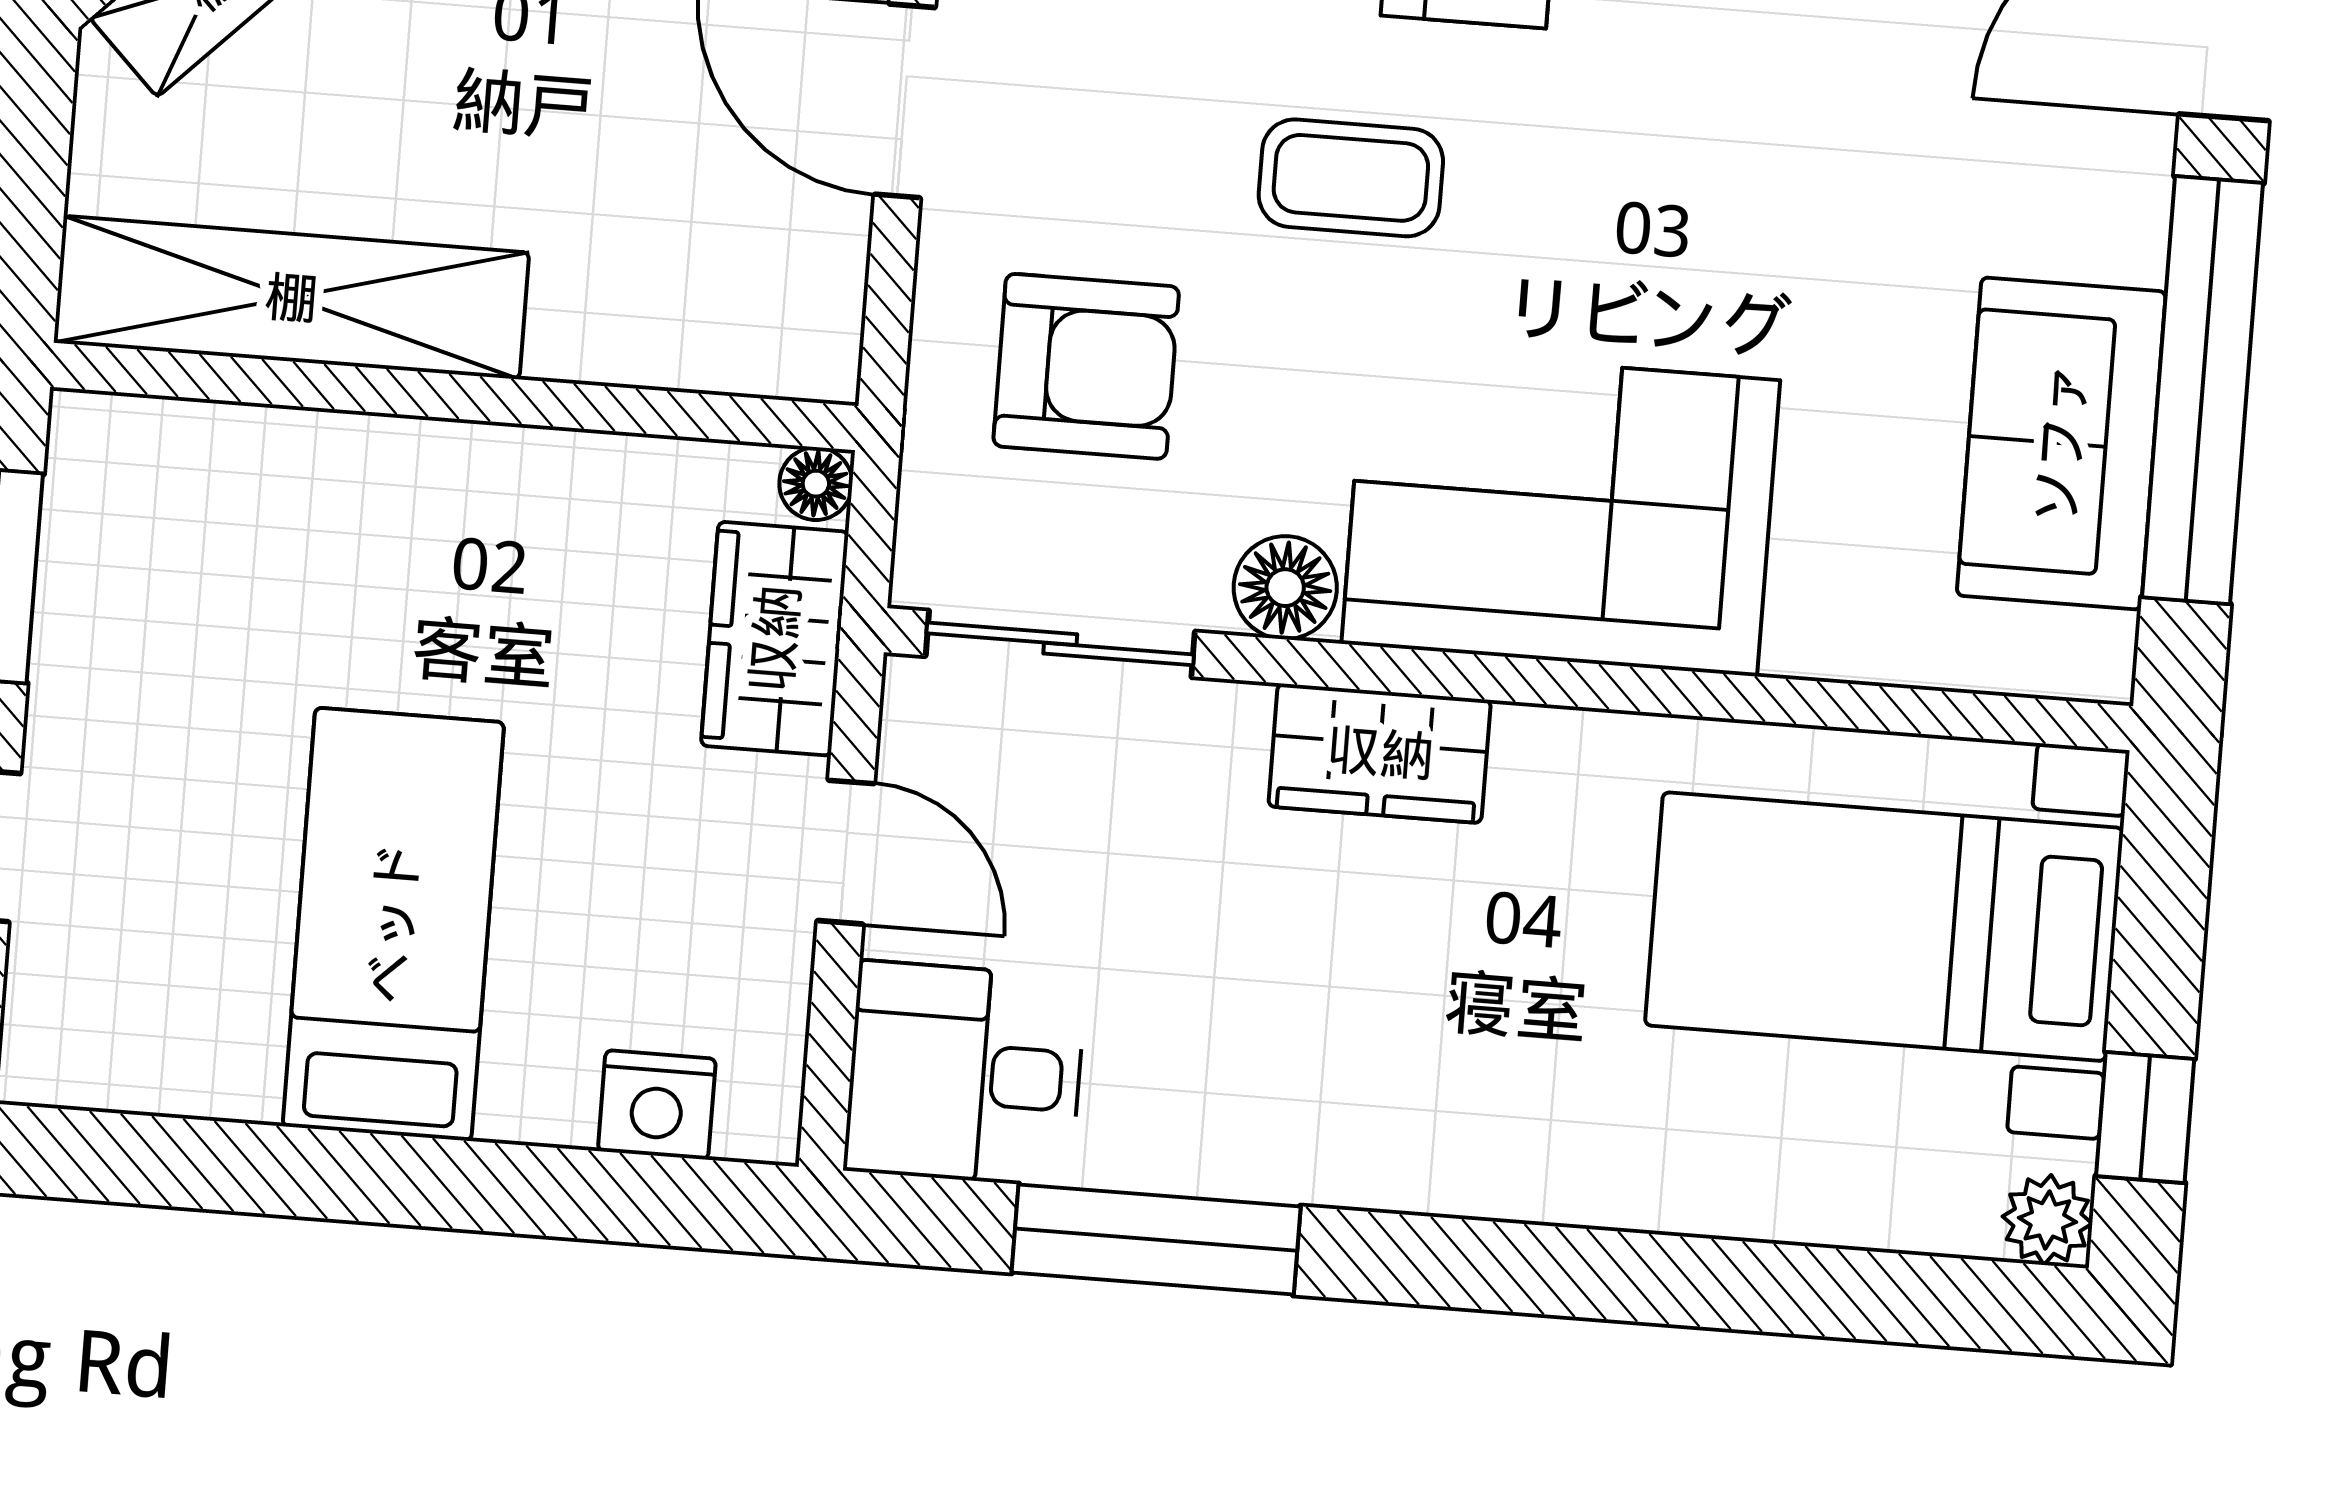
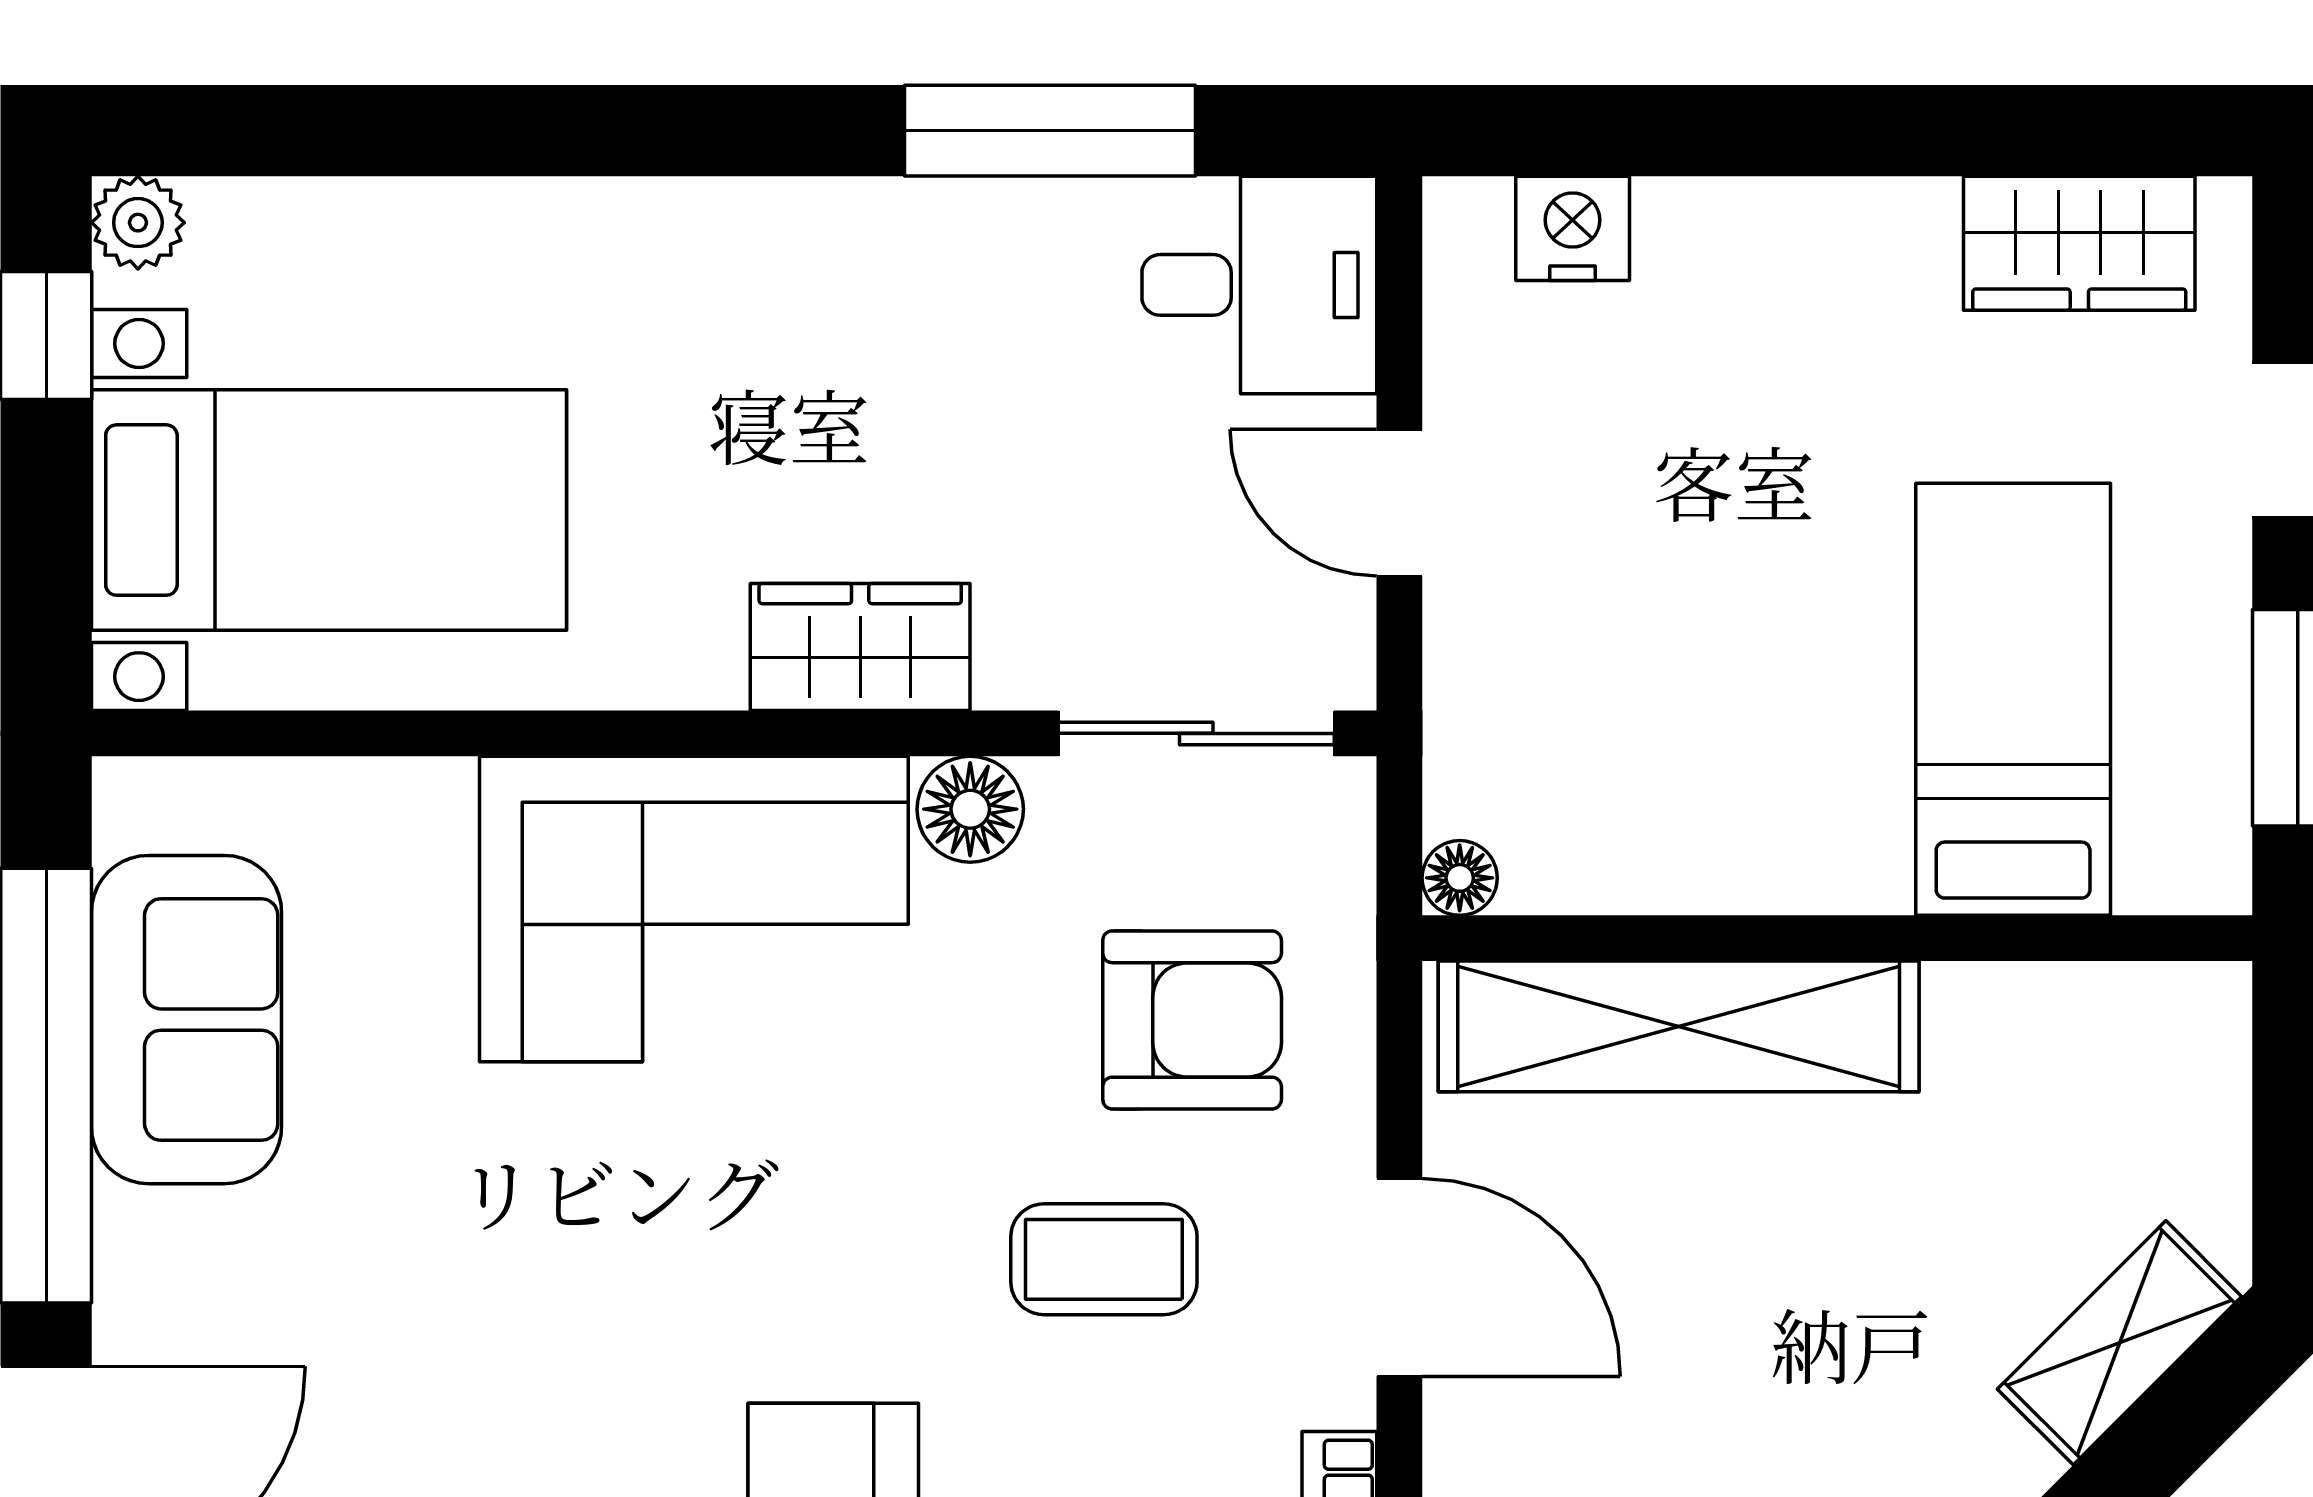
coffee table: (1351, 178) -> (1104, 1259), moved
shelving: (291, 298) -> (1679, 1026), moved
armchair: (1086, 366) -> (1192, 1020), turned 180
wardrobe: (775, 639) -> (2079, 243), moved, turned 90
bed: (393, 924) -> (2013, 699), moved, turned 180

